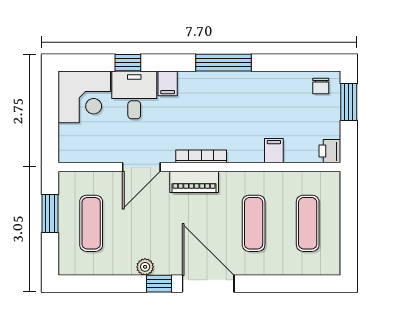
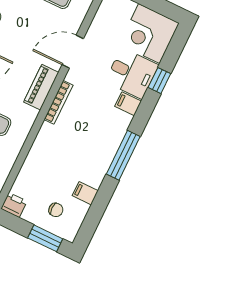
chair: (321, 86) -> (56, 210), moved, turned 180
filing cabinet: (274, 151) -> (85, 193), moved, turned 180
door: (141, 167) -> (73, 52), hinge flipped

